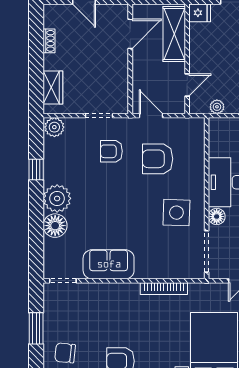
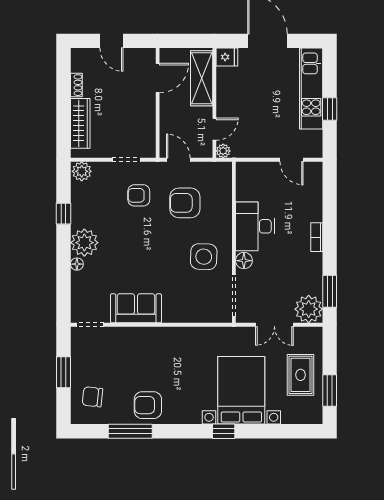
wardrobe: (53, 88) -> (80, 123), width x1.50
plant: (217, 107) -> (223, 151), moved
floor lamp: (55, 226) -> (77, 264), width x0.53, depth x0.53
bookcase: (164, 289) -> (191, 333), removed

